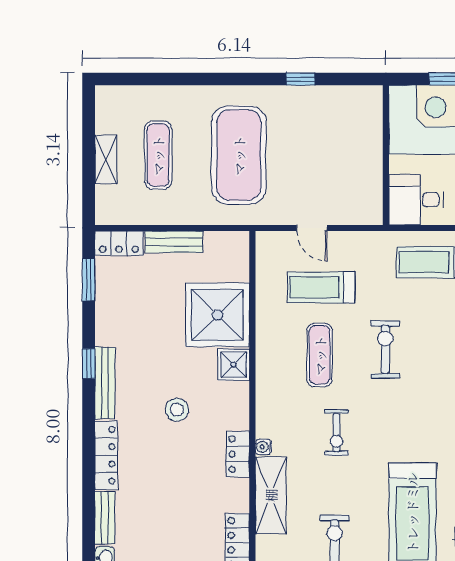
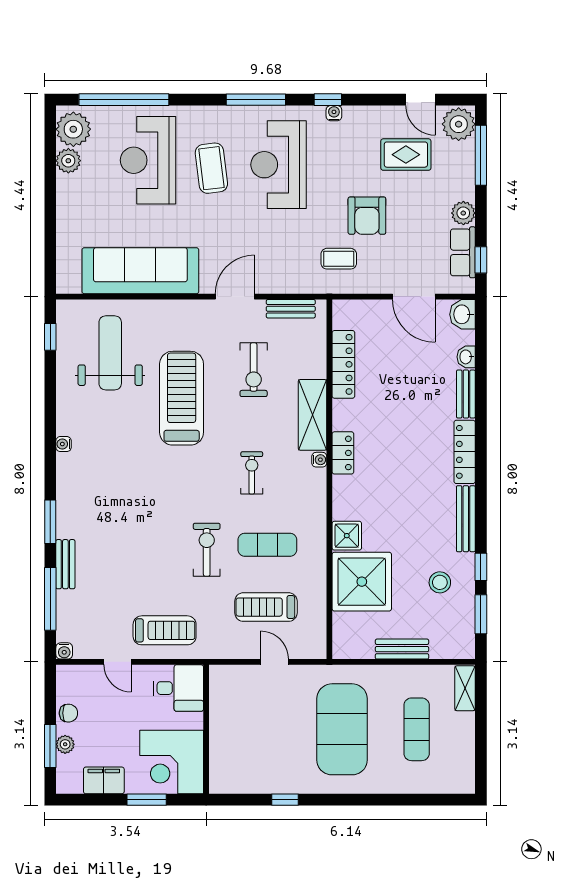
shelving: (106, 159) -> (465, 688), moved
locker: (119, 243) -> (453, 648), removed
treadmill: (321, 287) -> (266, 607), turned 180
exercise bike: (385, 349) -> (207, 550), turned 180
exercise mat: (320, 355) -> (267, 545), turned 90
window: (89, 364) -> (481, 567), moved
stool: (177, 410) -> (440, 582), moved

